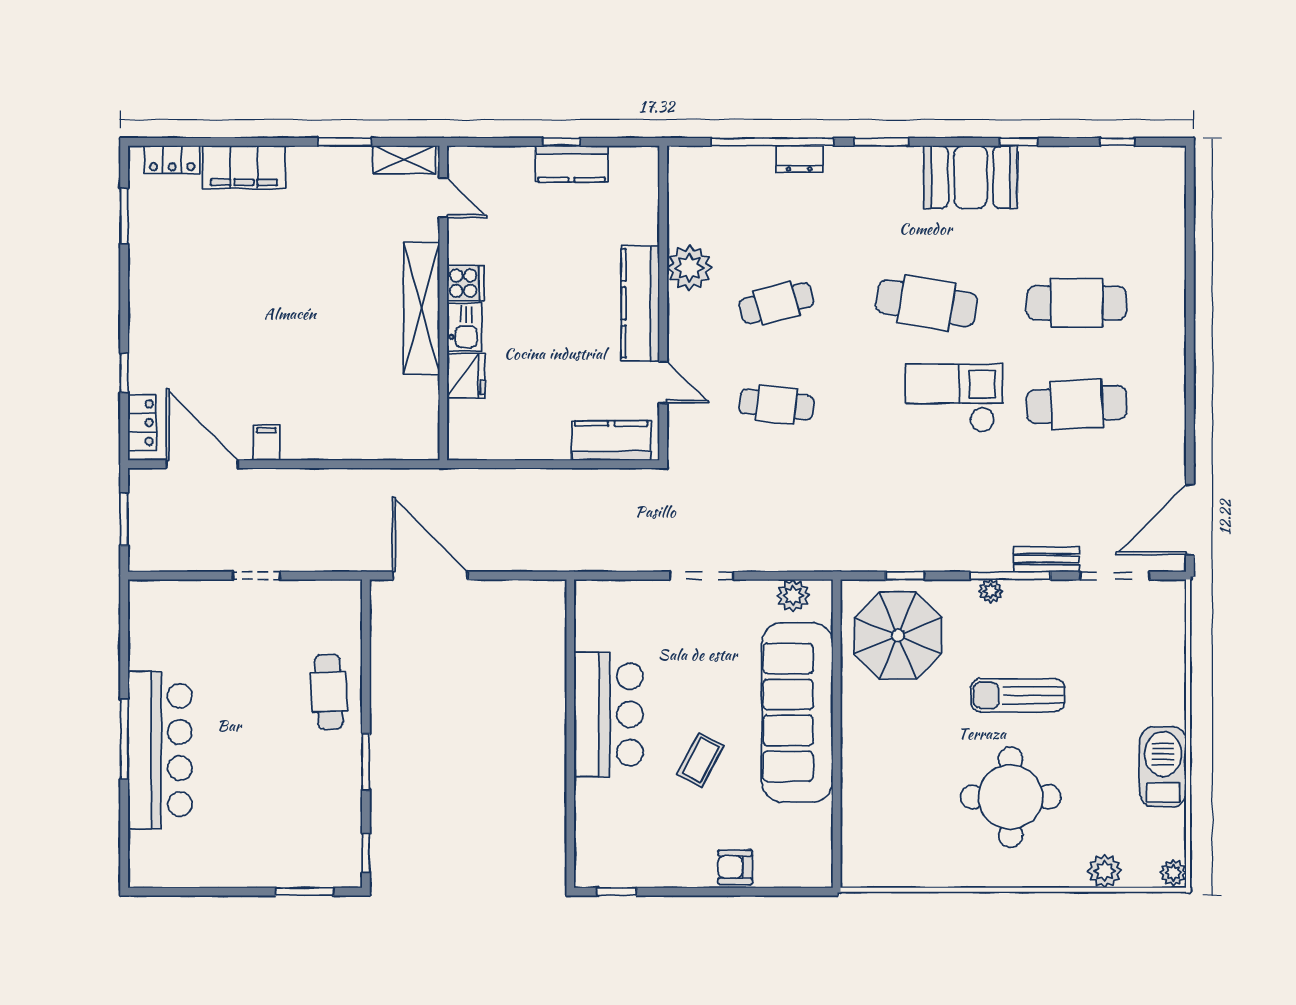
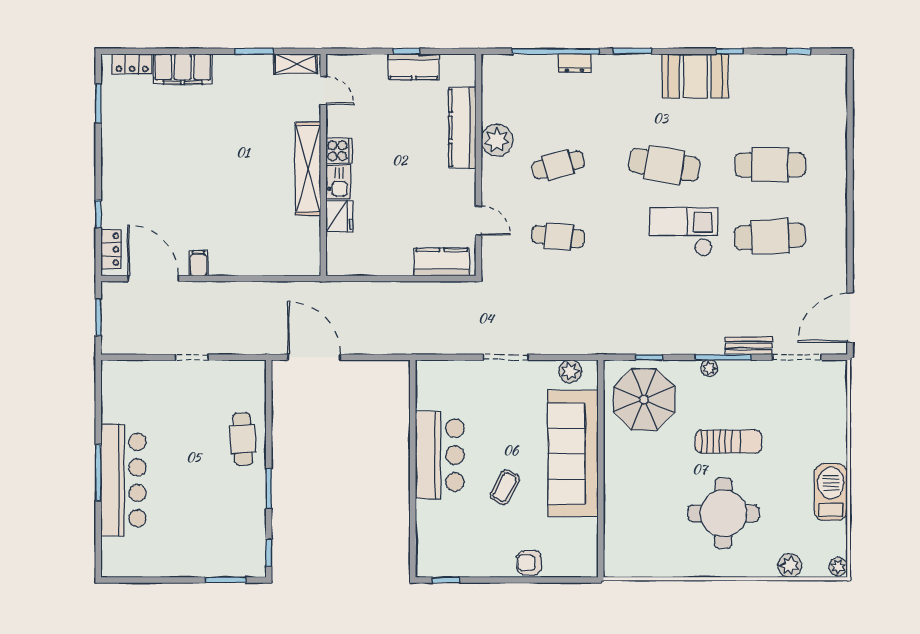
kitchen counter: (640, 303) -> (462, 128), moved
sun lounger: (1018, 695) -> (728, 442), turned 180

